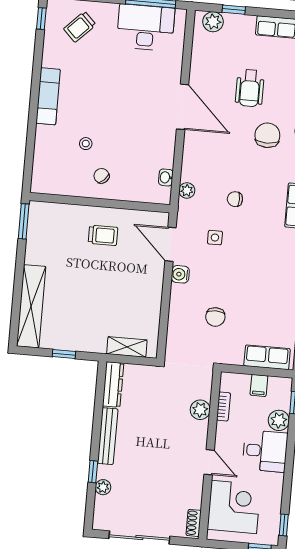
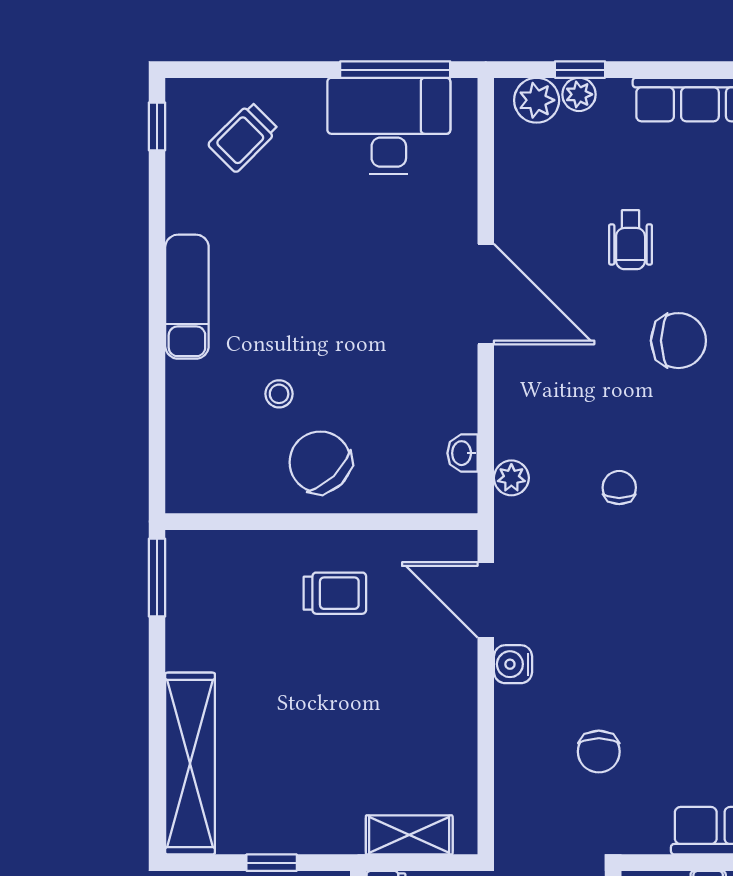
plant: (232, 21) -> (579, 94), added
wheelchair: (250, 88) -> (631, 240), width x0.73, depth x0.73
chair: (267, 135) -> (678, 341), turned 90
chair: (102, 176) -> (320, 462), width x1.87, depth x1.87
chair: (235, 199) -> (619, 488), turned 90
side table: (215, 238) -> (582, 576), removed

